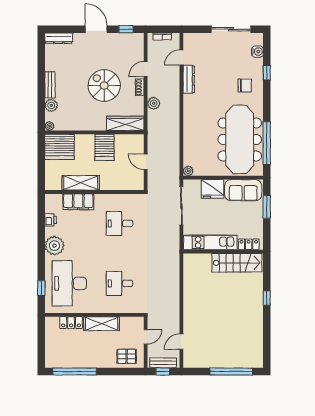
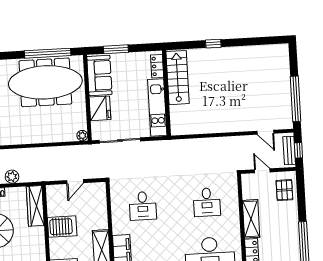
window: (231, 371) -> (295, 99), moved

